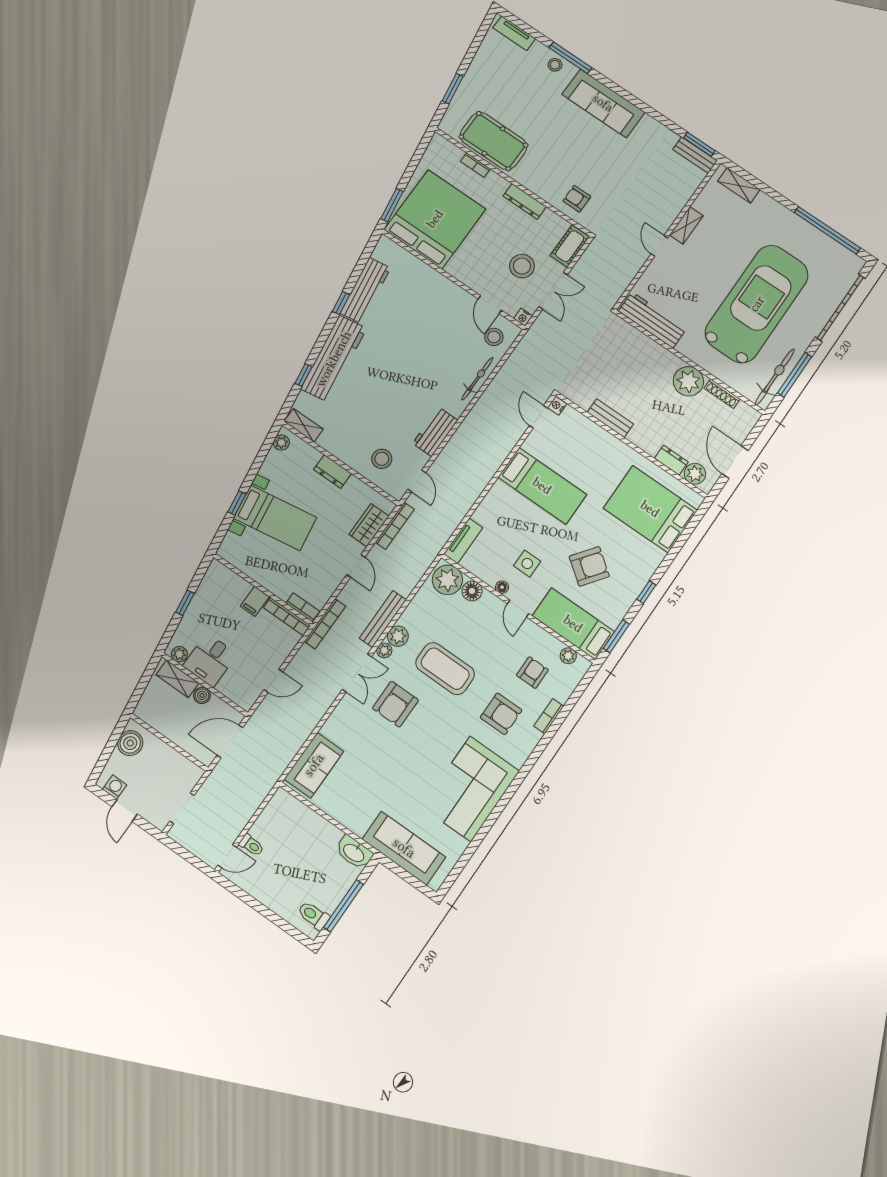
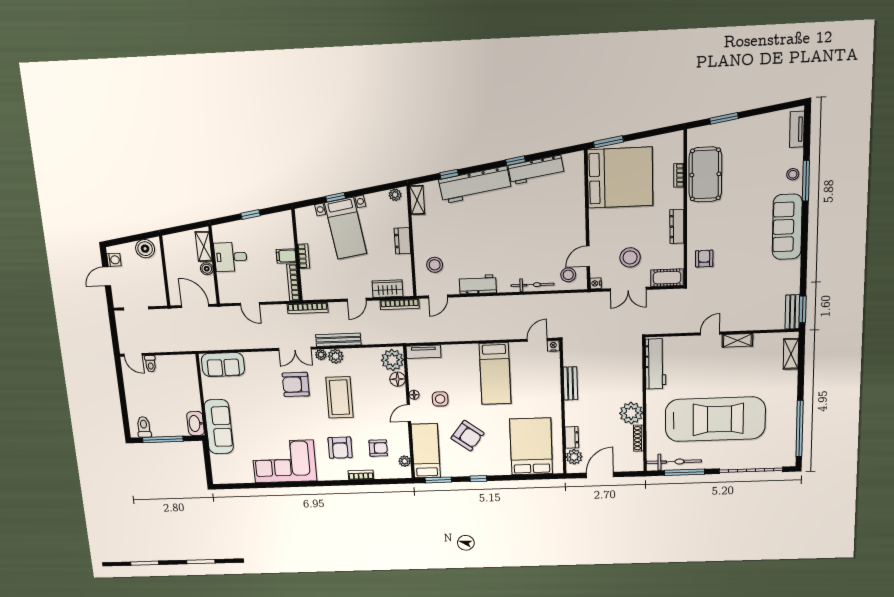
bookcase: (303, 607) -> (304, 256), moved
plant: (179, 654) -> (218, 236), removed
sofa: (404, 848) -> (219, 427), moved

